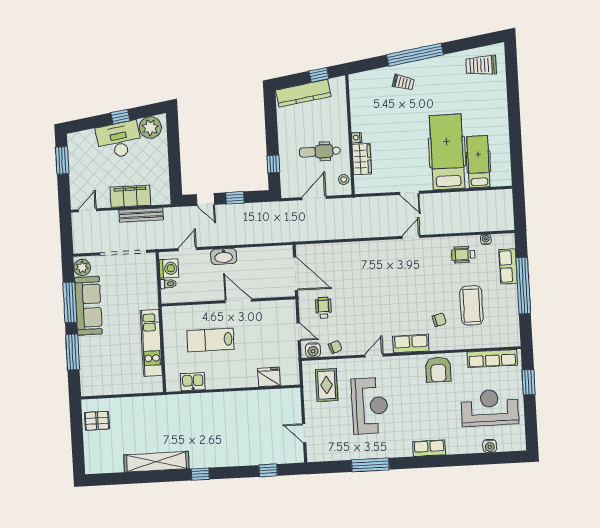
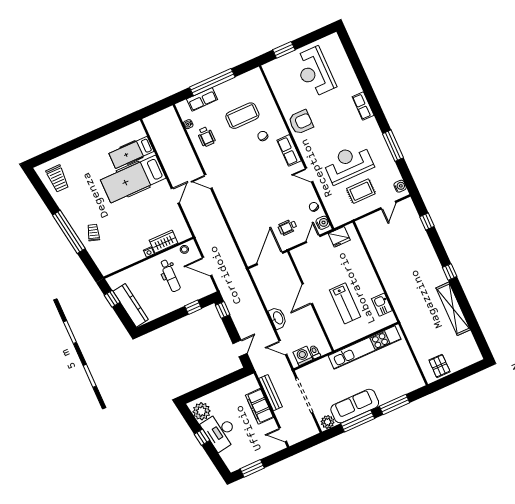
window: (235, 198) -> (223, 310), moved
kitchen unit: (151, 343) -> (365, 347), width x1.36
row of seats: (492, 359) -> (277, 84), removed
fridge: (269, 377) -> (339, 237), moved, turned -90
rug: (327, 385) -> (361, 191), moved
water cooler: (490, 446) -> (400, 186), moved

